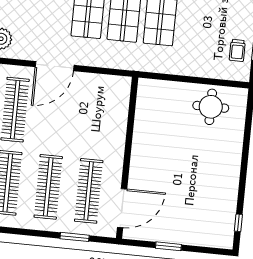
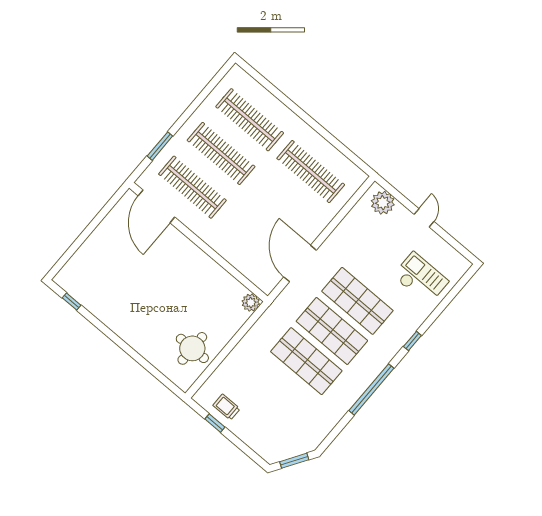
door: (55, 66) -> (300, 264), moved
plant: (146, 87) -> (251, 303), added
window: (168, 246) -> (94, 224), removed

